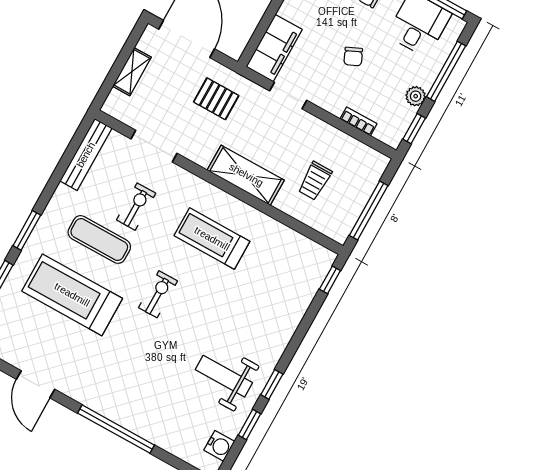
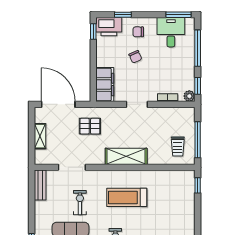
chair: (353, 56) -> (135, 57), moved
doorway: (288, 96) -> (137, 104), moved
plant: (416, 96) -> (189, 96), moved
bench: (86, 155) -> (40, 185), width x0.73
trolley: (315, 181) -> (178, 146), moved

